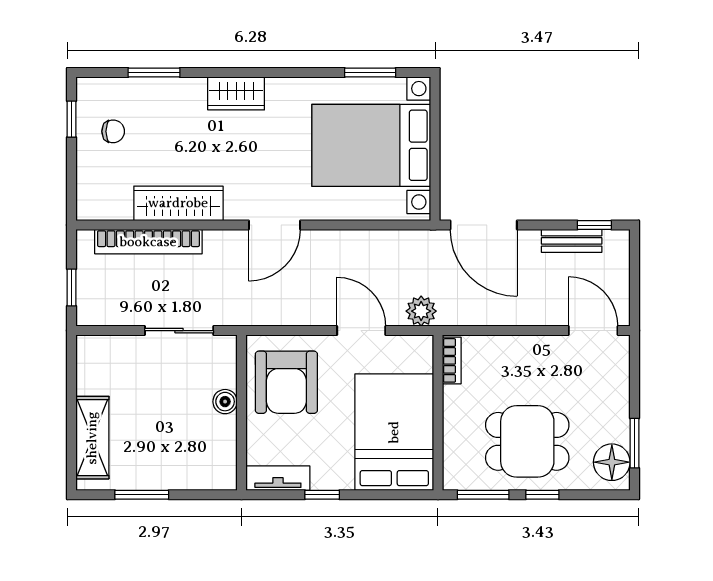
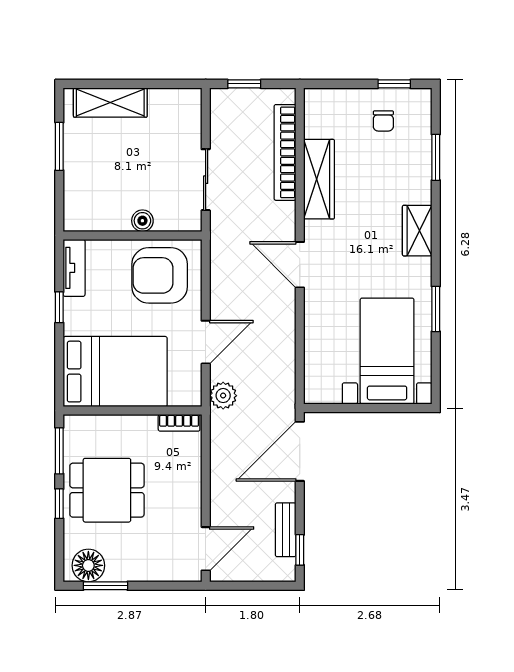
window: (370, 73) -> (436, 309), moved
bed with nightstands: (371, 145) -> (387, 351), width x0.73
dining table: (527, 441) -> (107, 490), turned 90

